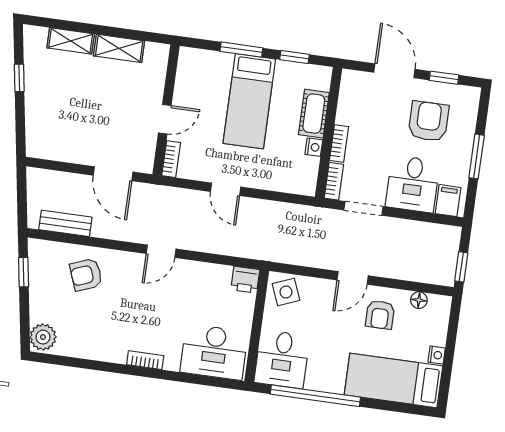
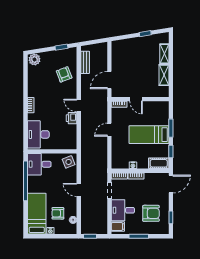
door: (394, 71) -> (171, 184), moved
cot: (314, 114) -> (159, 163), moved
printer: (245, 280) -> (71, 118), moved
armchair: (380, 315) -> (58, 213), moved

